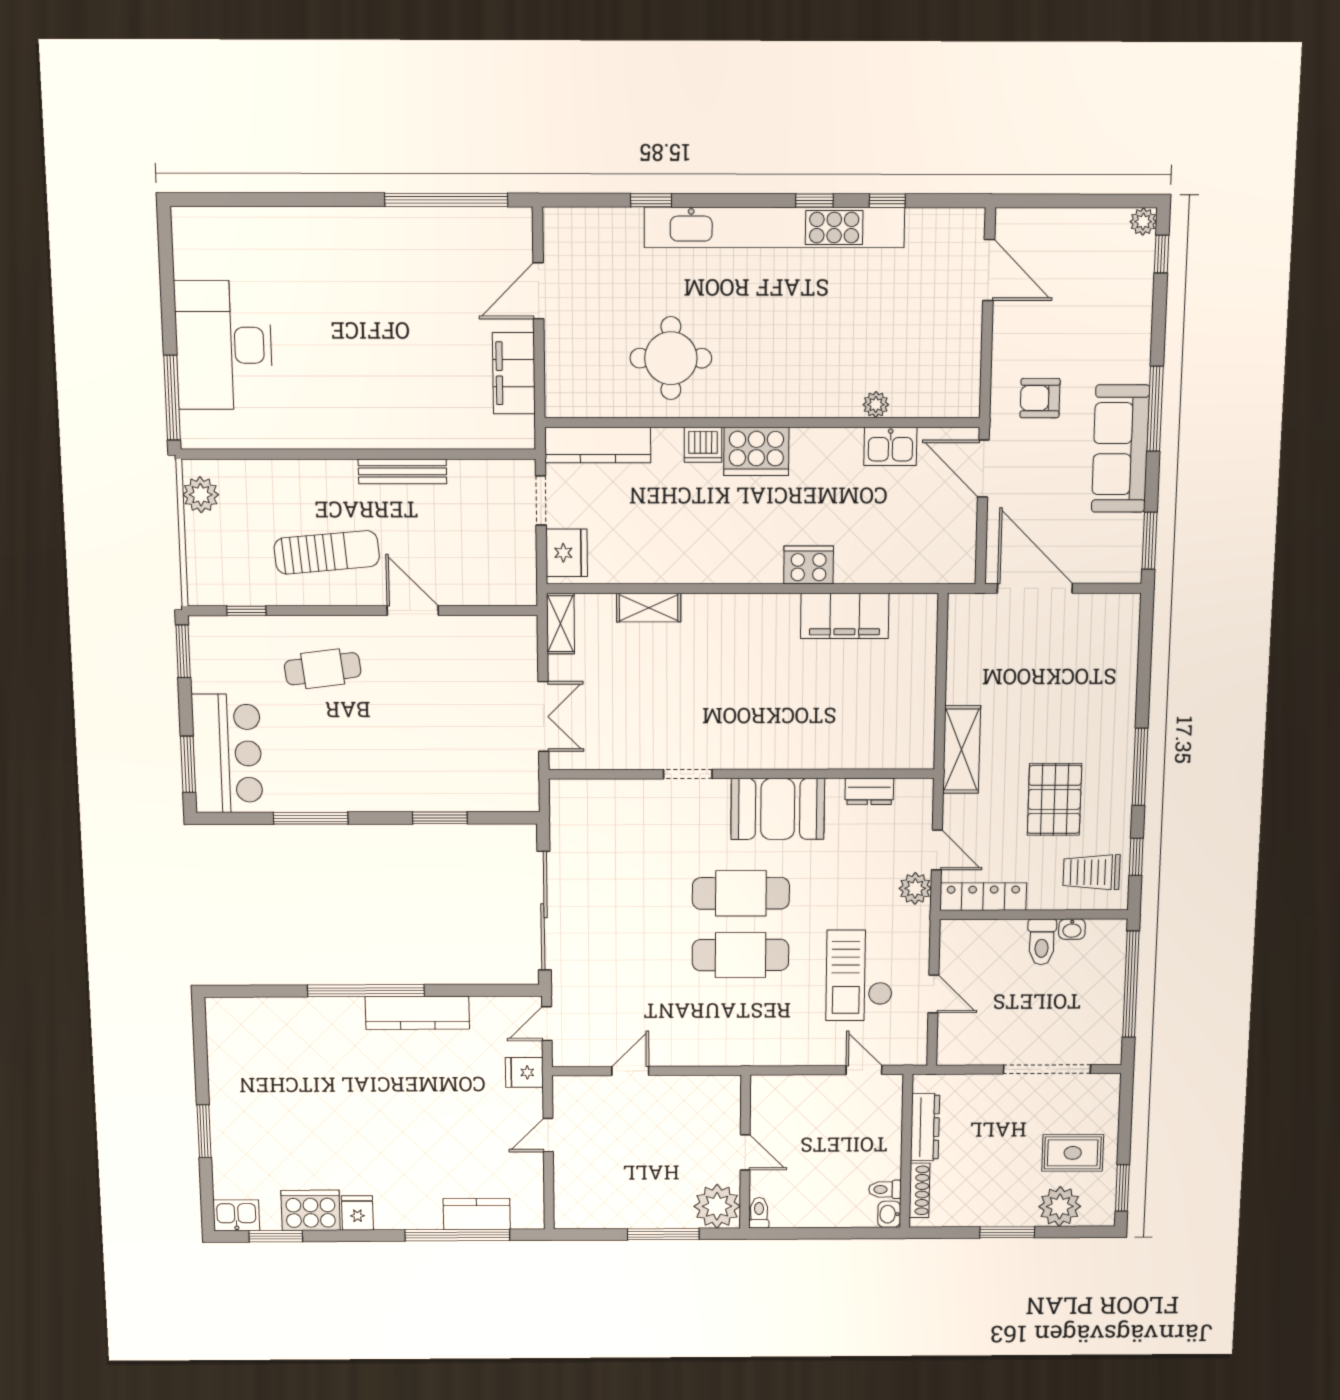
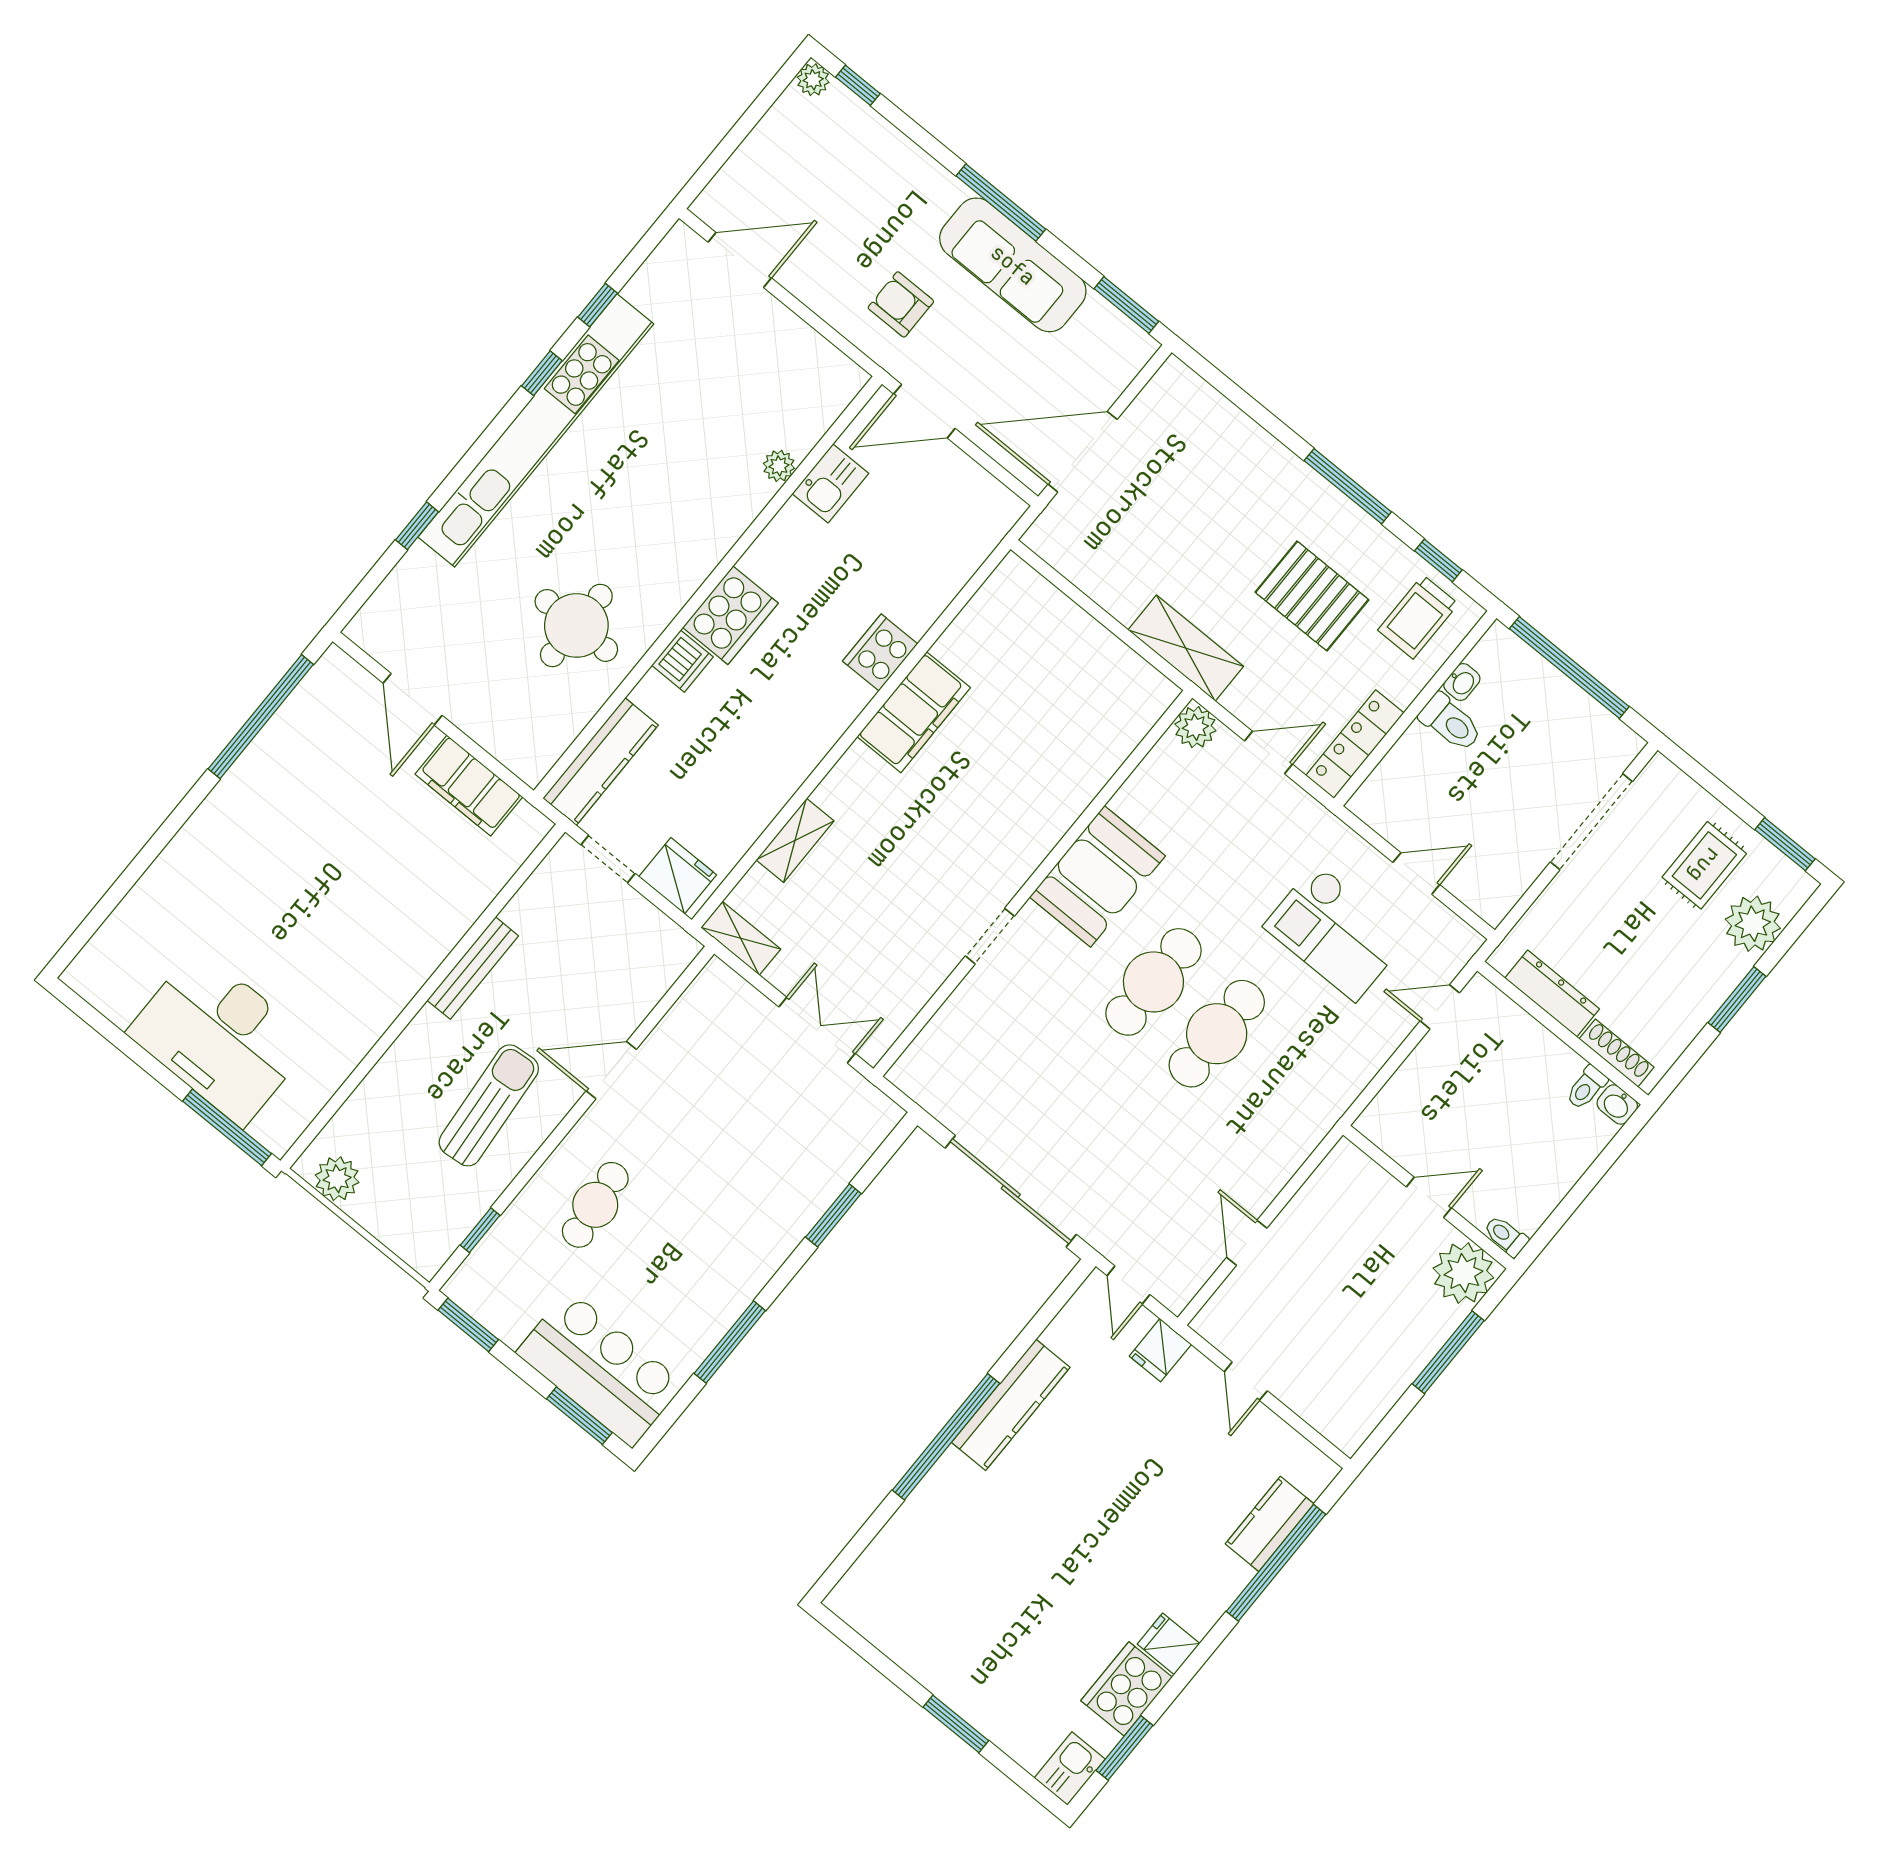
armchair: (1040, 398) -> (901, 304), turned 90
filing cabinet: (845, 616) -> (914, 712), moved
dresser: (869, 791) -> (1154, 772), removed
plant: (915, 888) -> (1195, 727), moved

